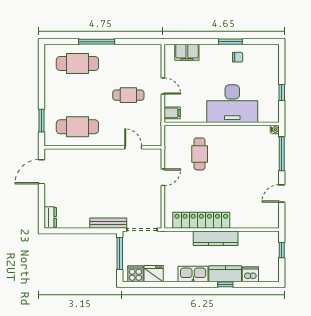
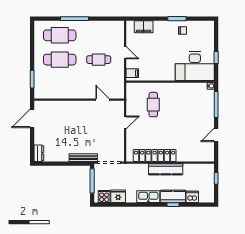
desk: (232, 104) -> (195, 66), moved
cafe table: (77, 127) -> (60, 60), moved

